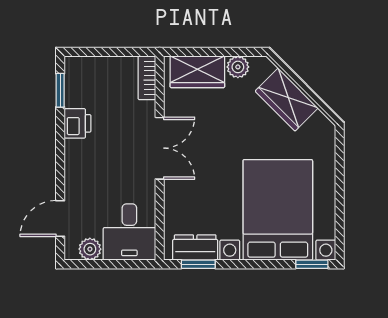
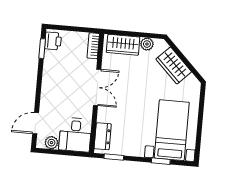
printer: (77, 123) -> (53, 41), moved
bed with nightstands: (278, 210) -> (172, 130), width x0.73
dresser: (195, 248) -> (103, 136), moved, turned 90
window: (312, 264) -> (161, 161), moved

